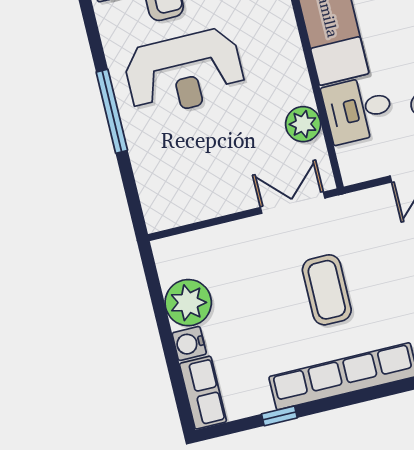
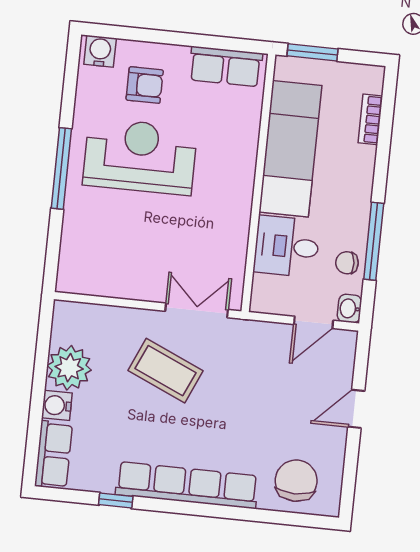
reception desk: (184, 72) -> (140, 156), turned 180
plant: (303, 124) -> (232, 242), removed
coffee table: (327, 290) -> (166, 371), moved, turned -66

